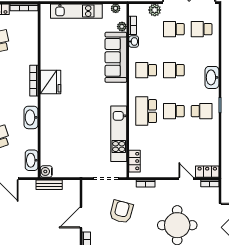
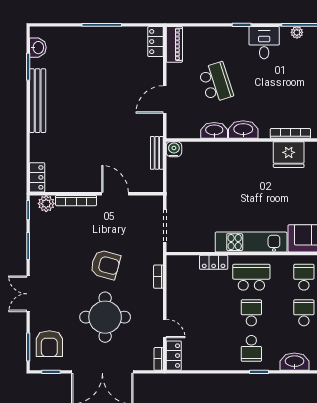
kitchen unit: (119, 134) -> (251, 242), moved
washbasin: (32, 160) -> (214, 130), moved
locker: (134, 161) -> (214, 262), moved
door: (186, 179) -> (165, 328), hinge flipped
armchair: (121, 212) -> (105, 265), moved

